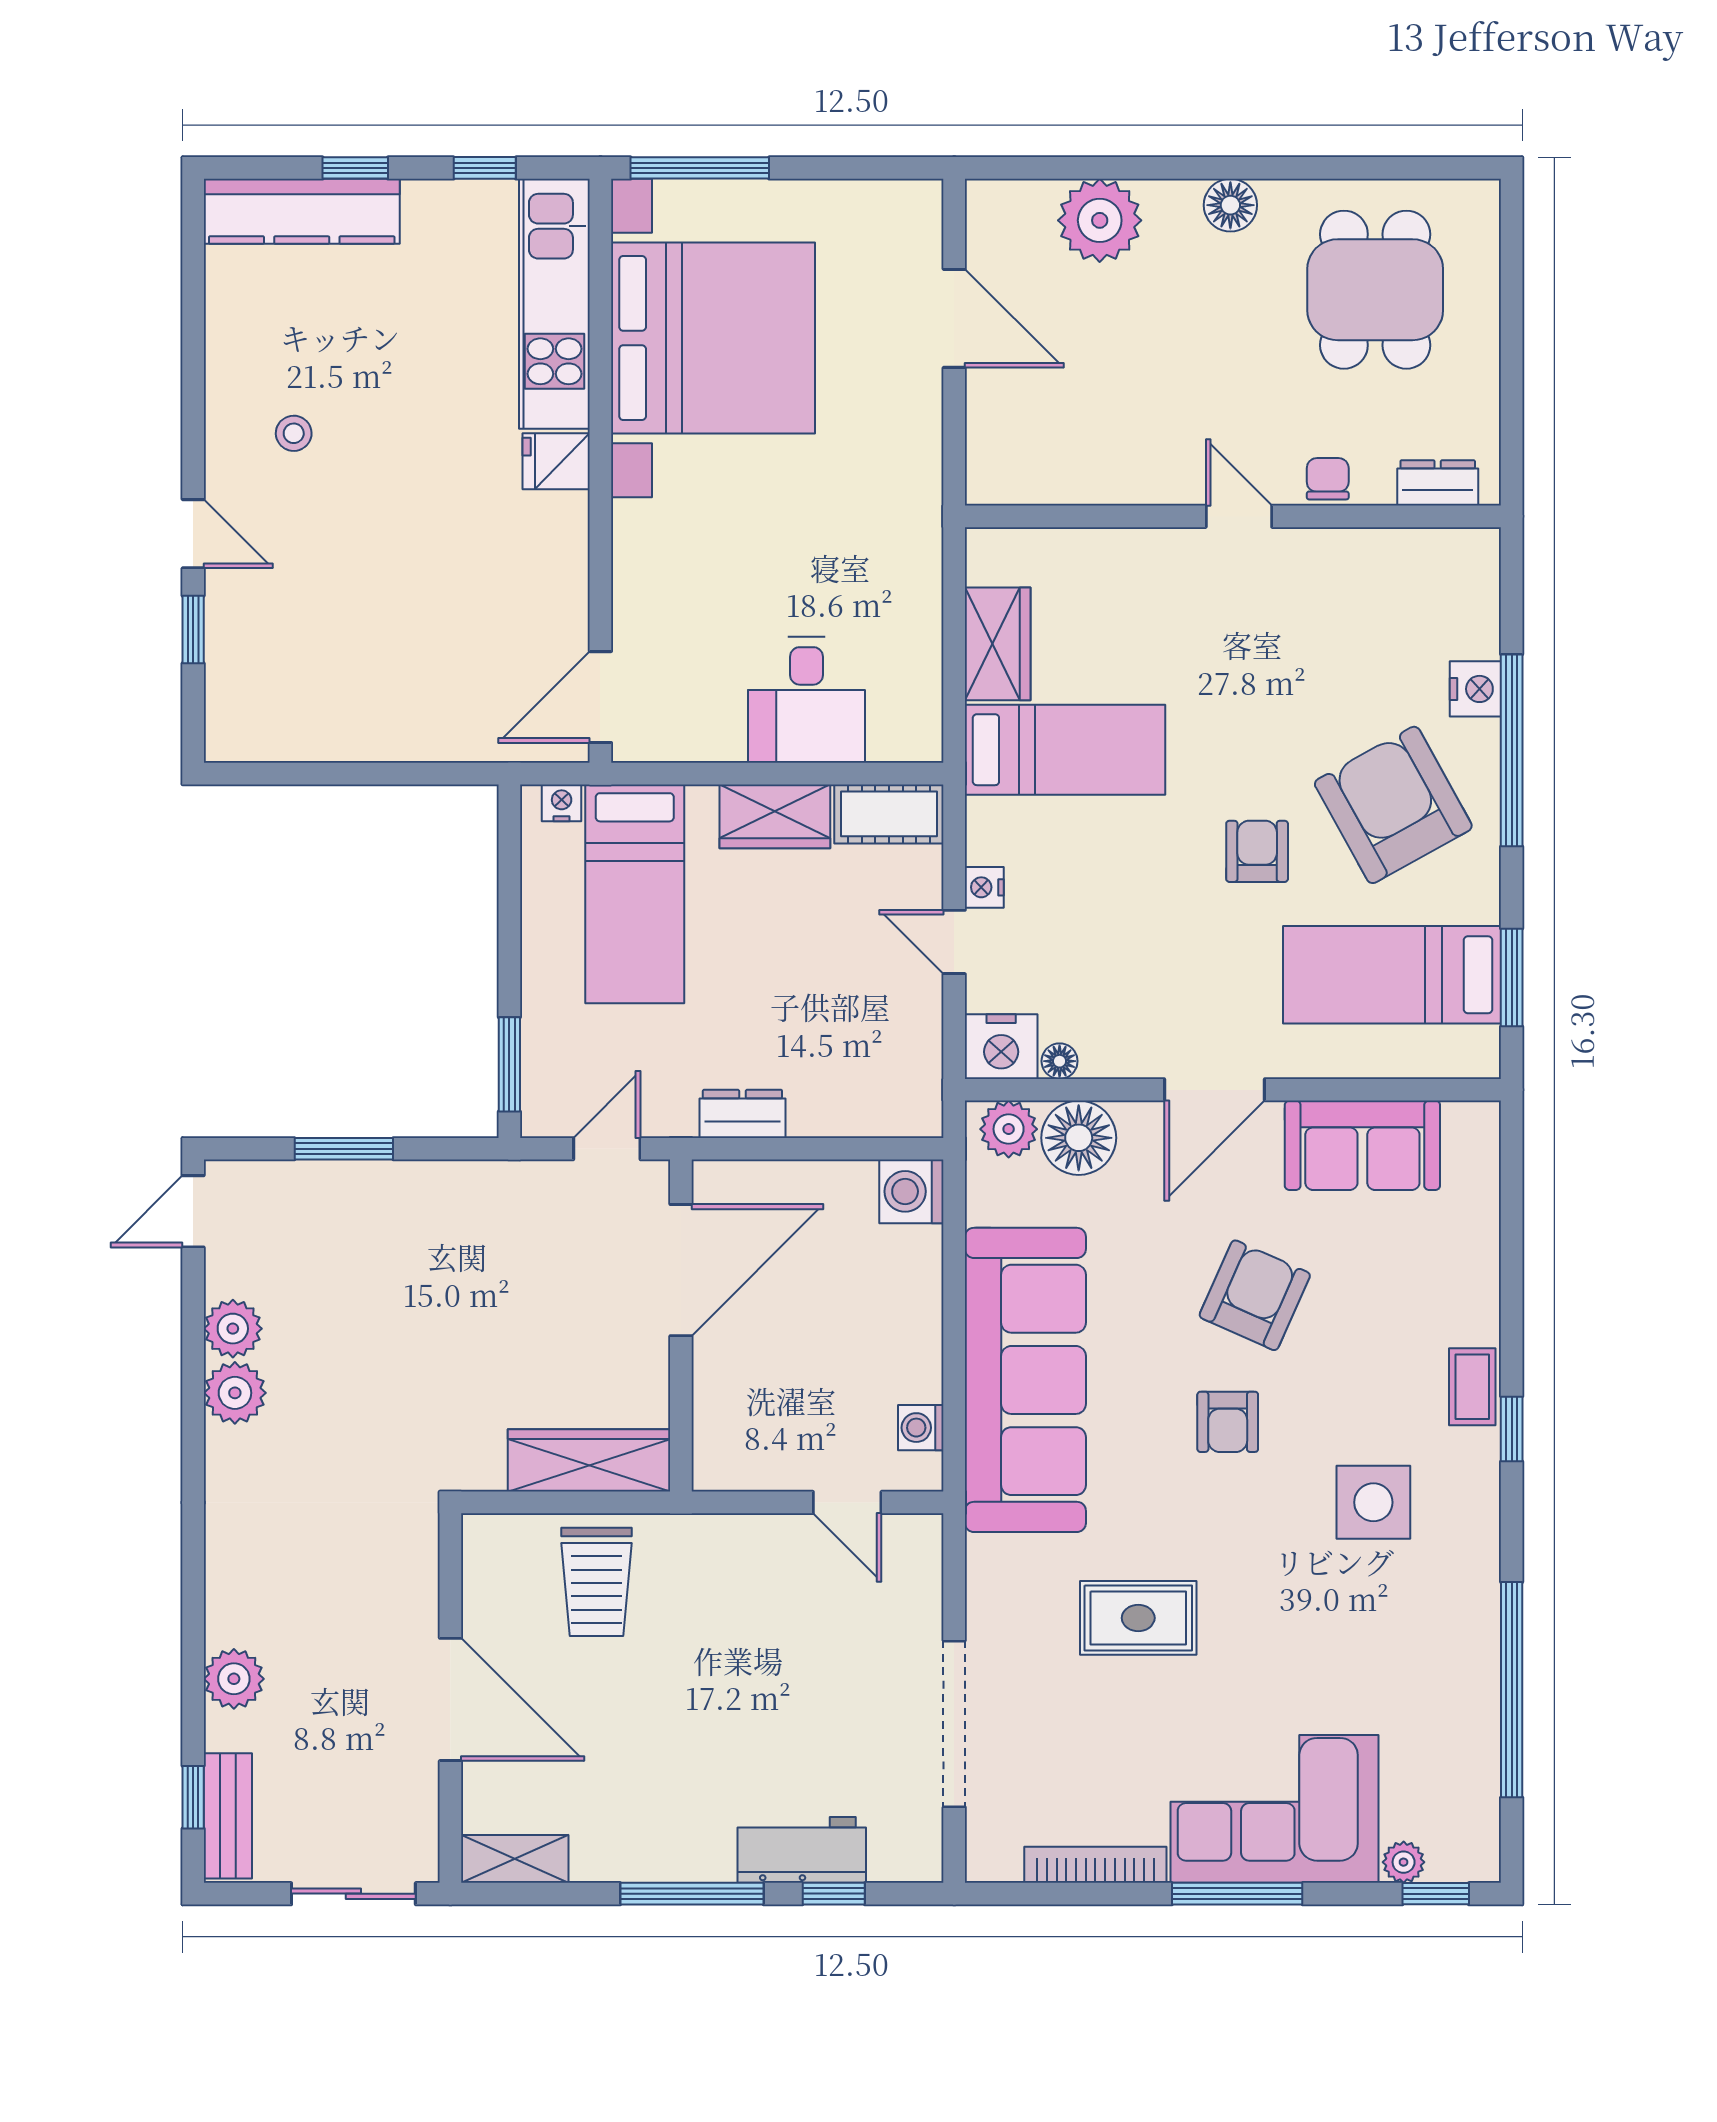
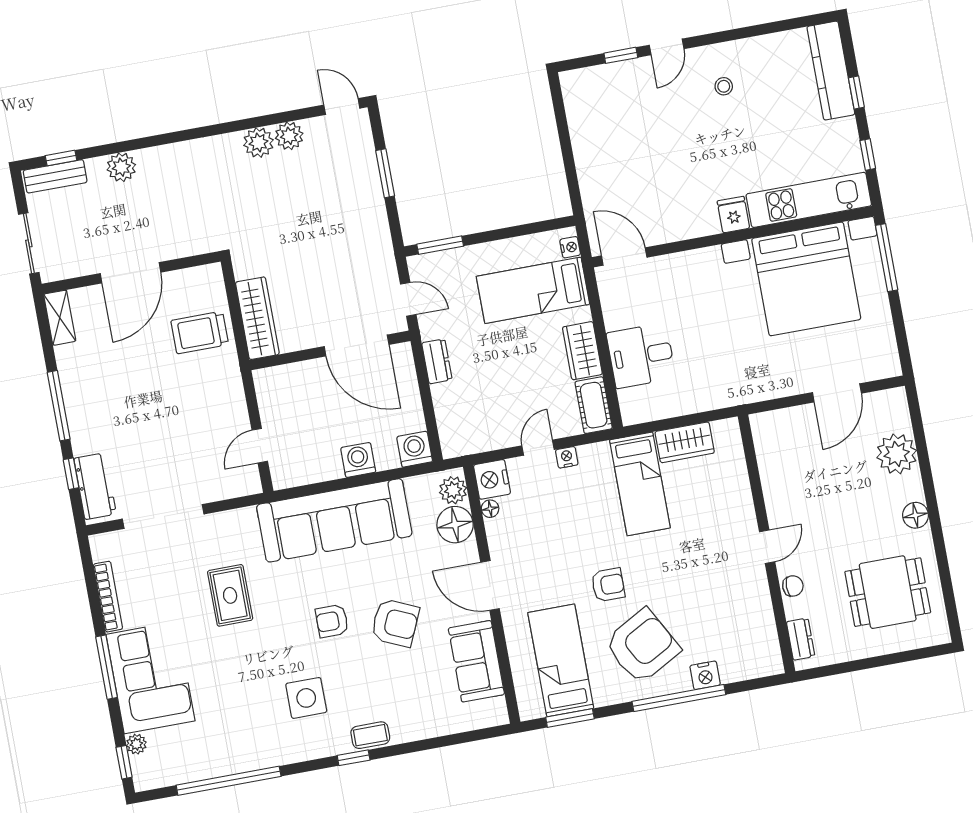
washing machine: (921, 1428) -> (358, 460), moved, width x1.38, depth x1.38
workbench: (802, 1850) -> (95, 486), moved

